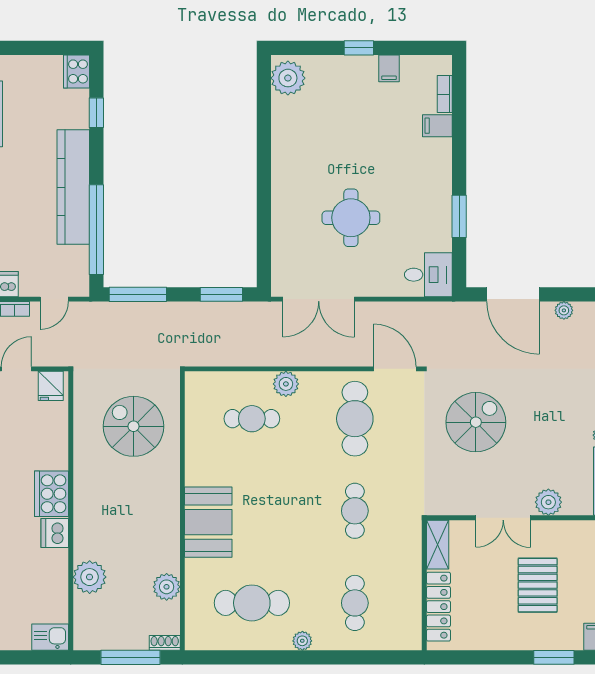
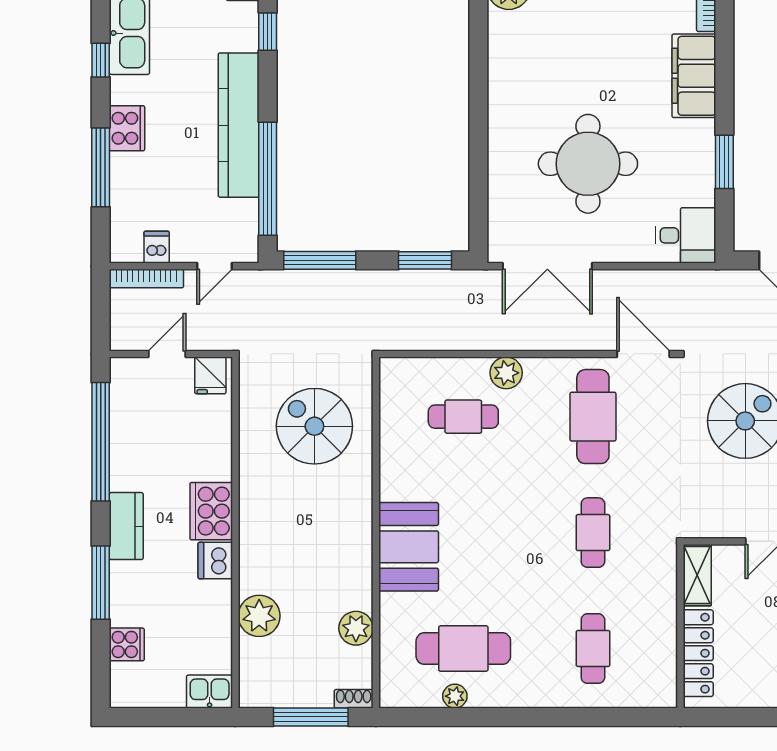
filing cabinet: (437, 126) -> (694, 76), width x3.00, depth x1.17
round table: (351, 218) -> (588, 164), width x1.36, depth x1.36
plant: (302, 641) -> (455, 696), moved

